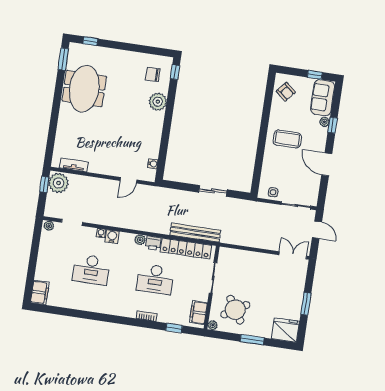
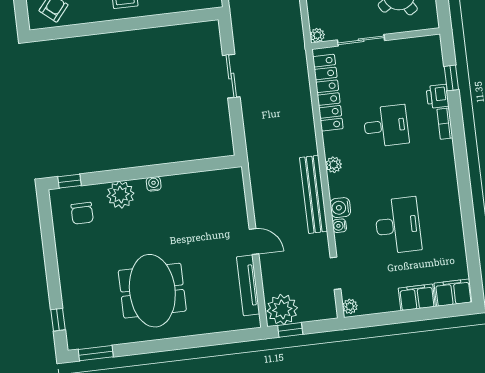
meeting table: (84, 89) -> (152, 291), moved, turned 90
water cooler: (153, 164) -> (154, 184), moved
tv unit: (74, 165) -> (248, 285), width x1.41
door: (128, 180) -> (254, 242), moved
bench: (195, 233) -> (314, 194), moved
printer: (153, 243) -> (437, 96), moved, turned 180
desk: (155, 279) -> (386, 126), width x0.73
filing cabinet: (198, 312) -> (417, 297), moved, turned 180
plant: (213, 325) -> (317, 35), moved

